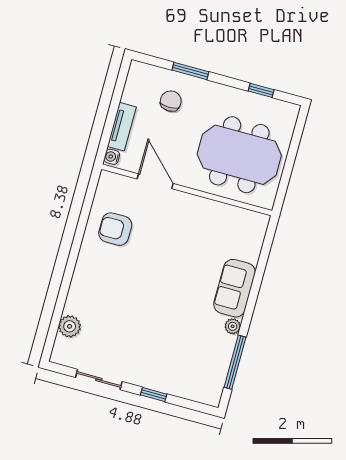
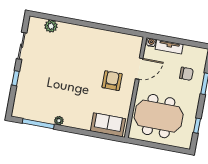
meeting table: (239, 155) -> (159, 116), turned 90
armchair: (115, 229) -> (112, 81), moved
sofa: (234, 288) -> (108, 125), moved

